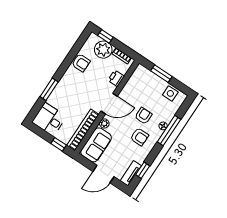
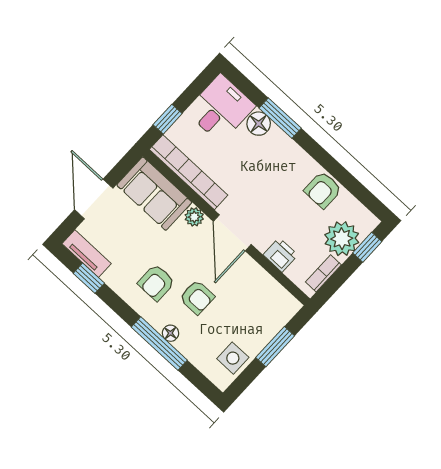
floor lamp: (54, 99) -> (259, 124), added

